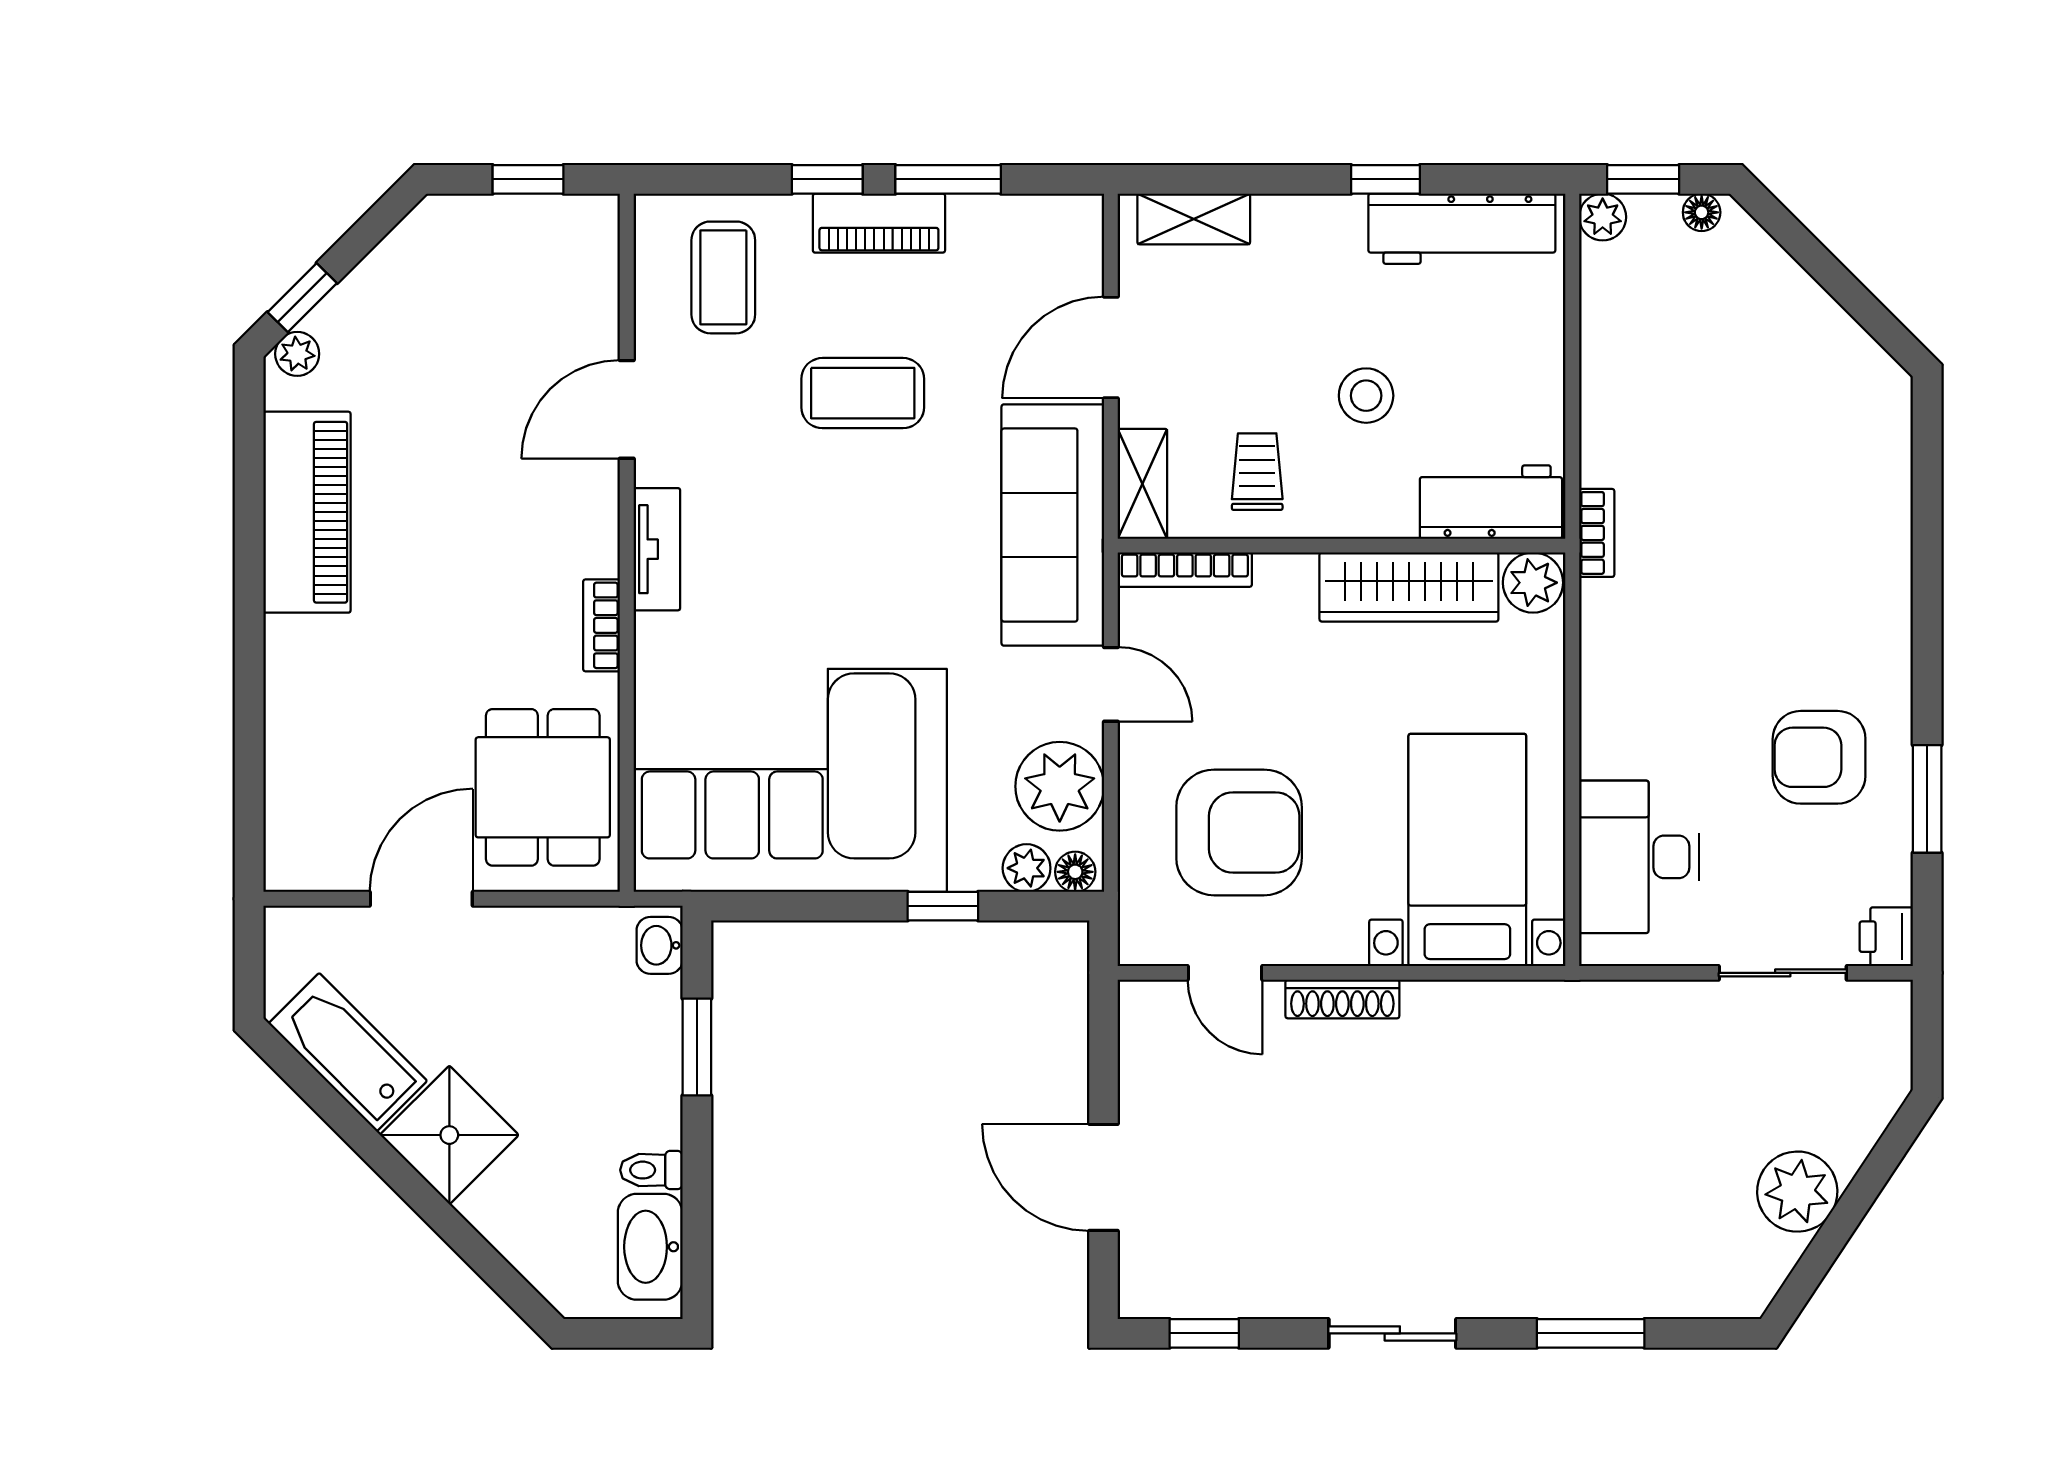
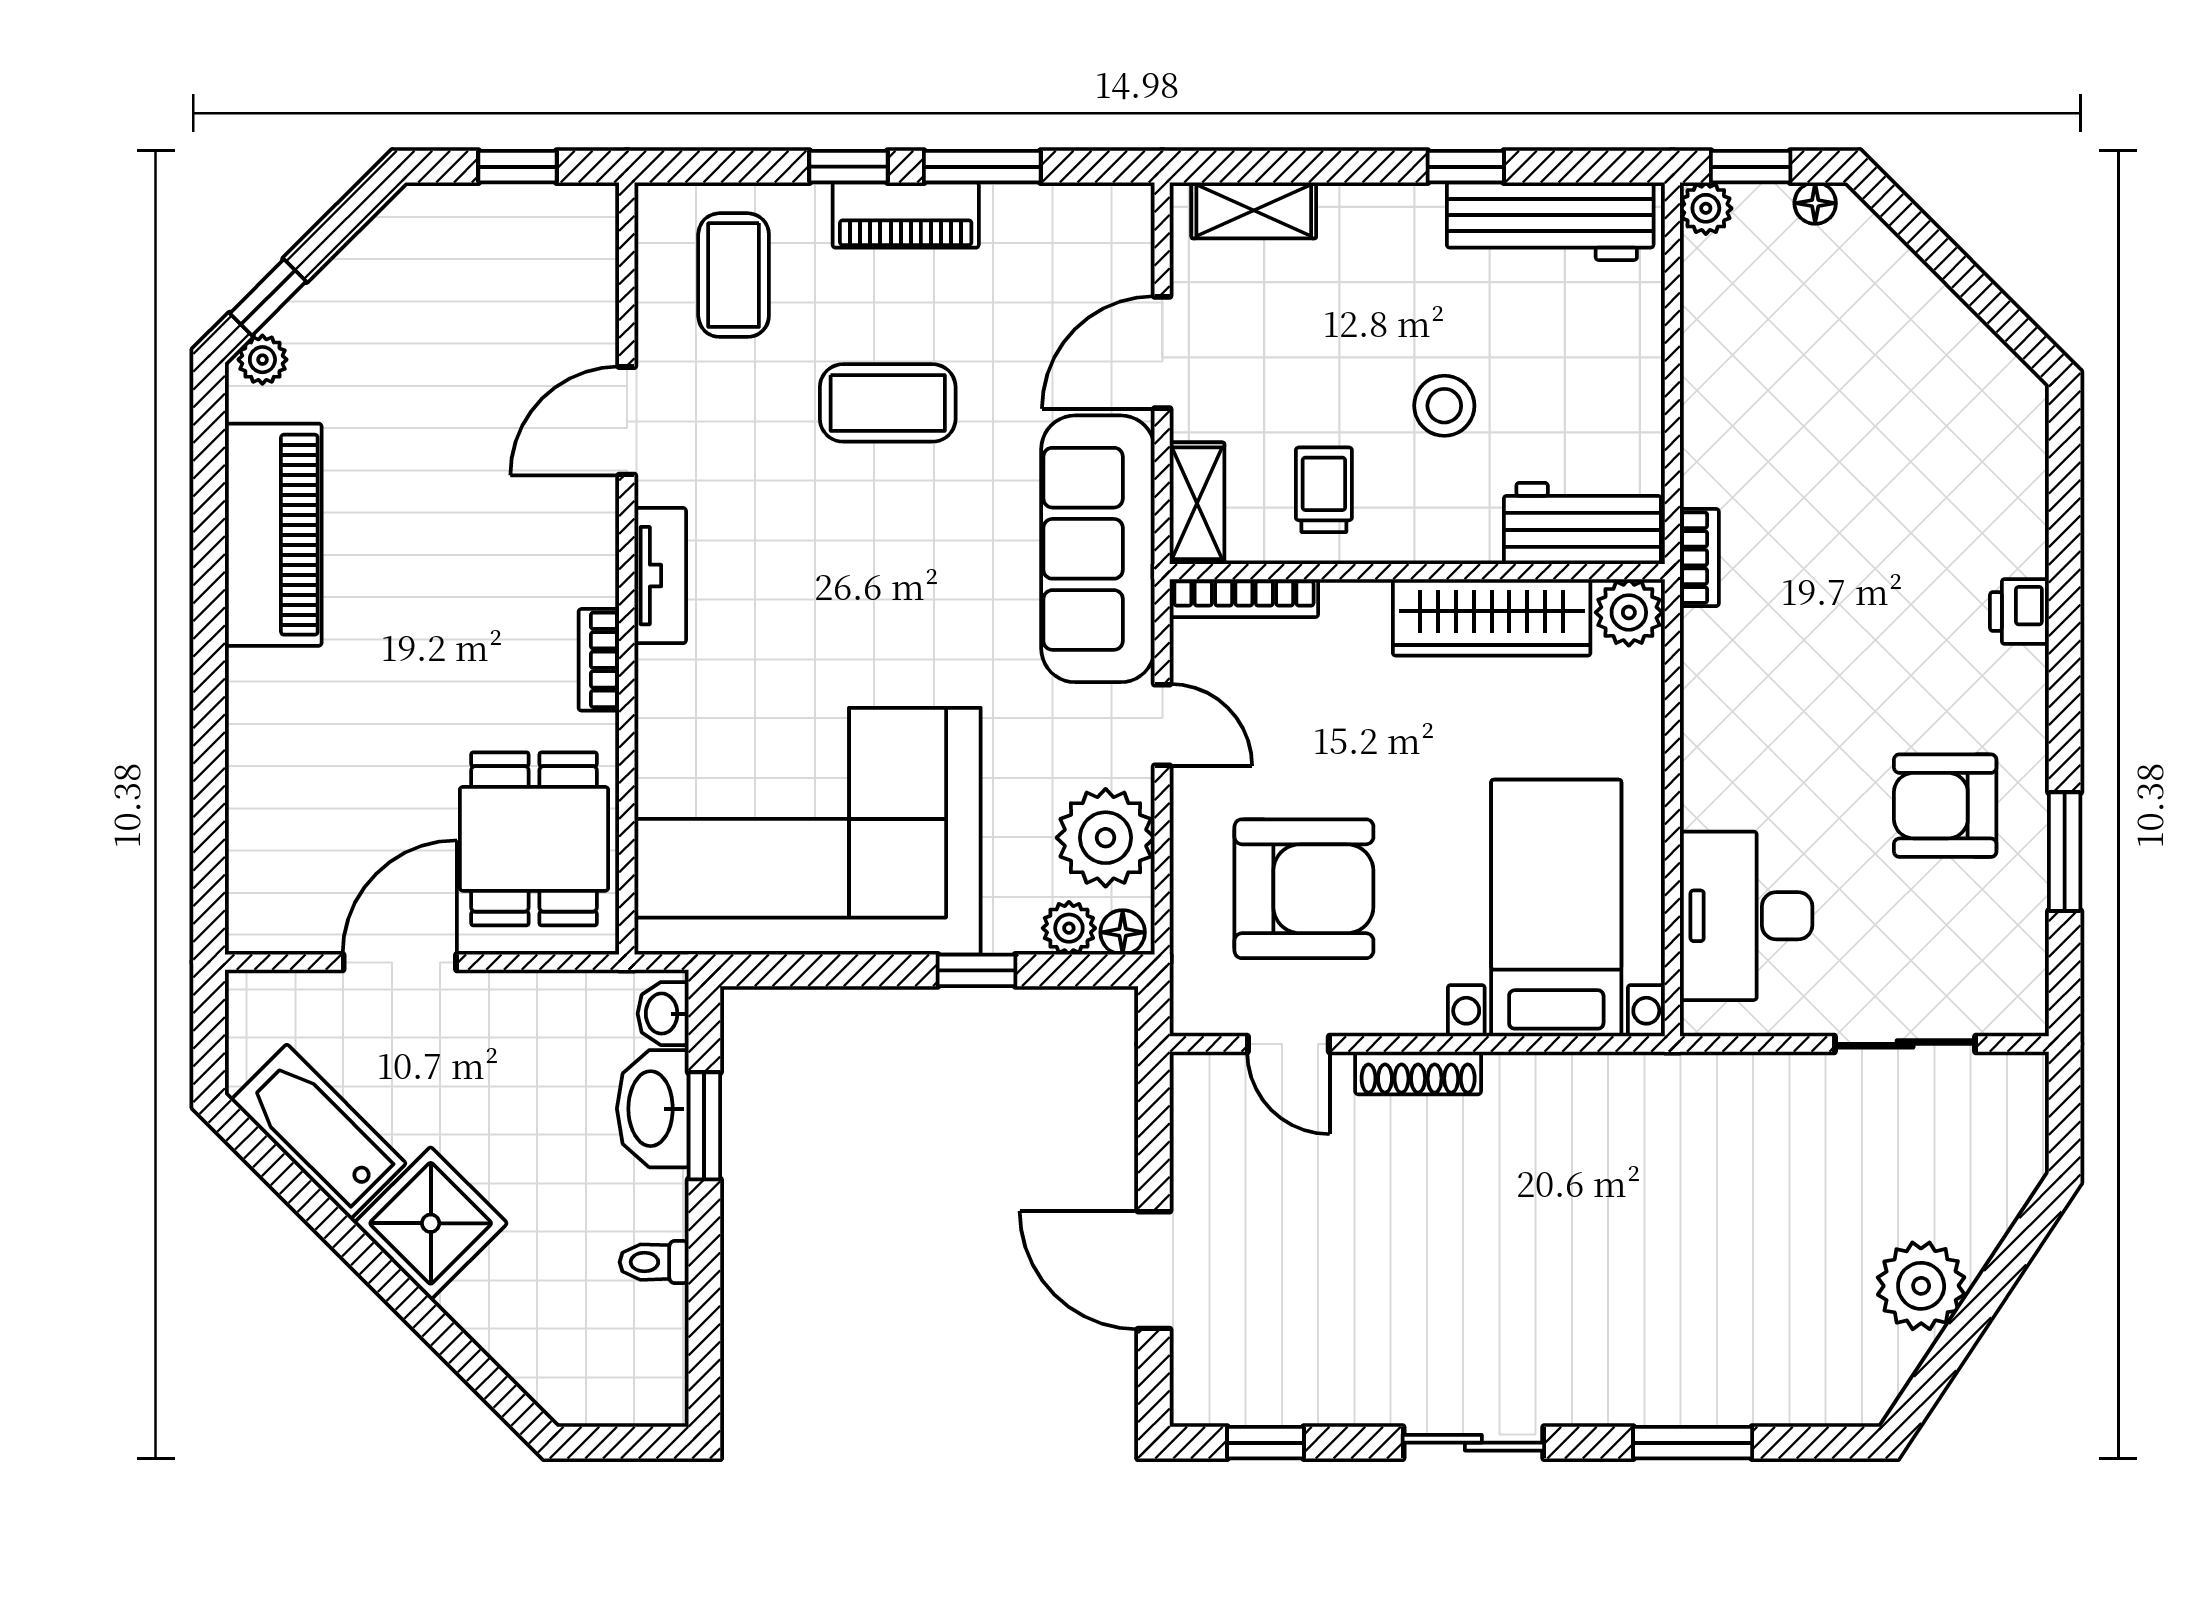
printer: (1886, 937) -> (2019, 612), moved
washbasin: (650, 1247) -> (653, 1109), moved

